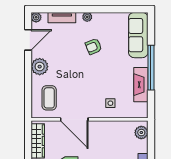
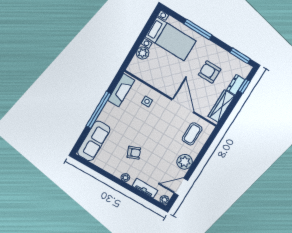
fireplace: (141, 85) -> (121, 90), moved
plant: (141, 133) -> (143, 53), moved

